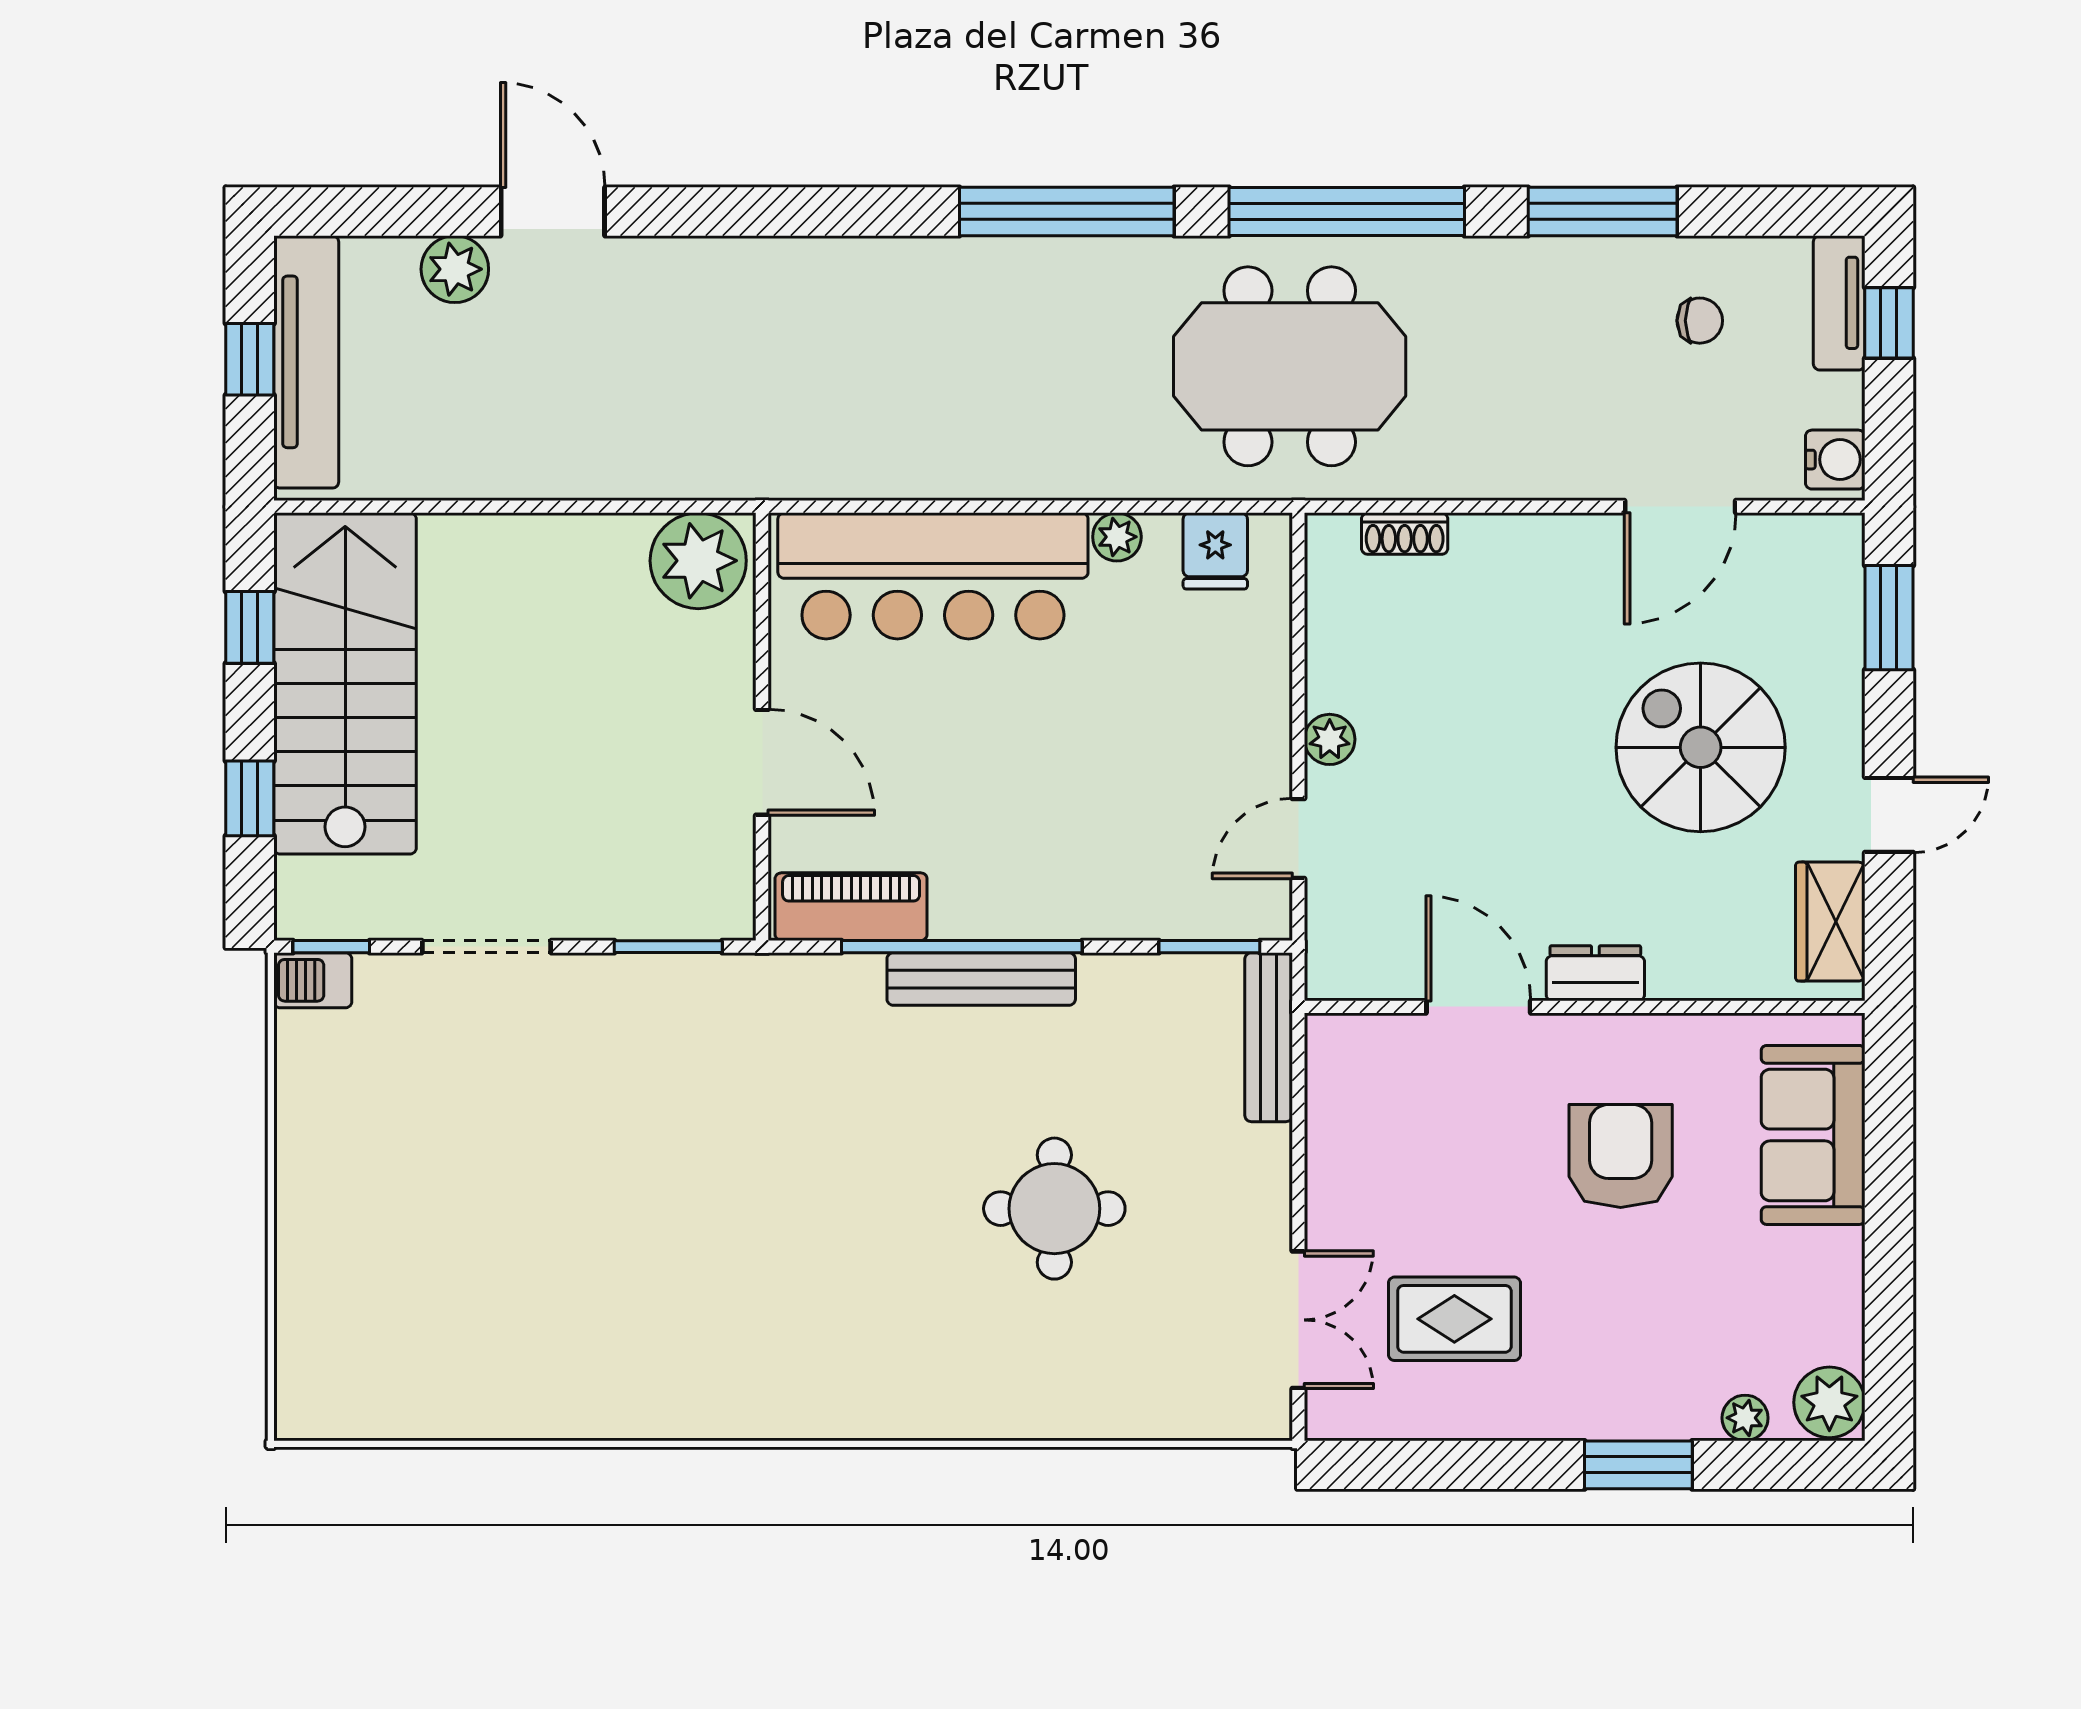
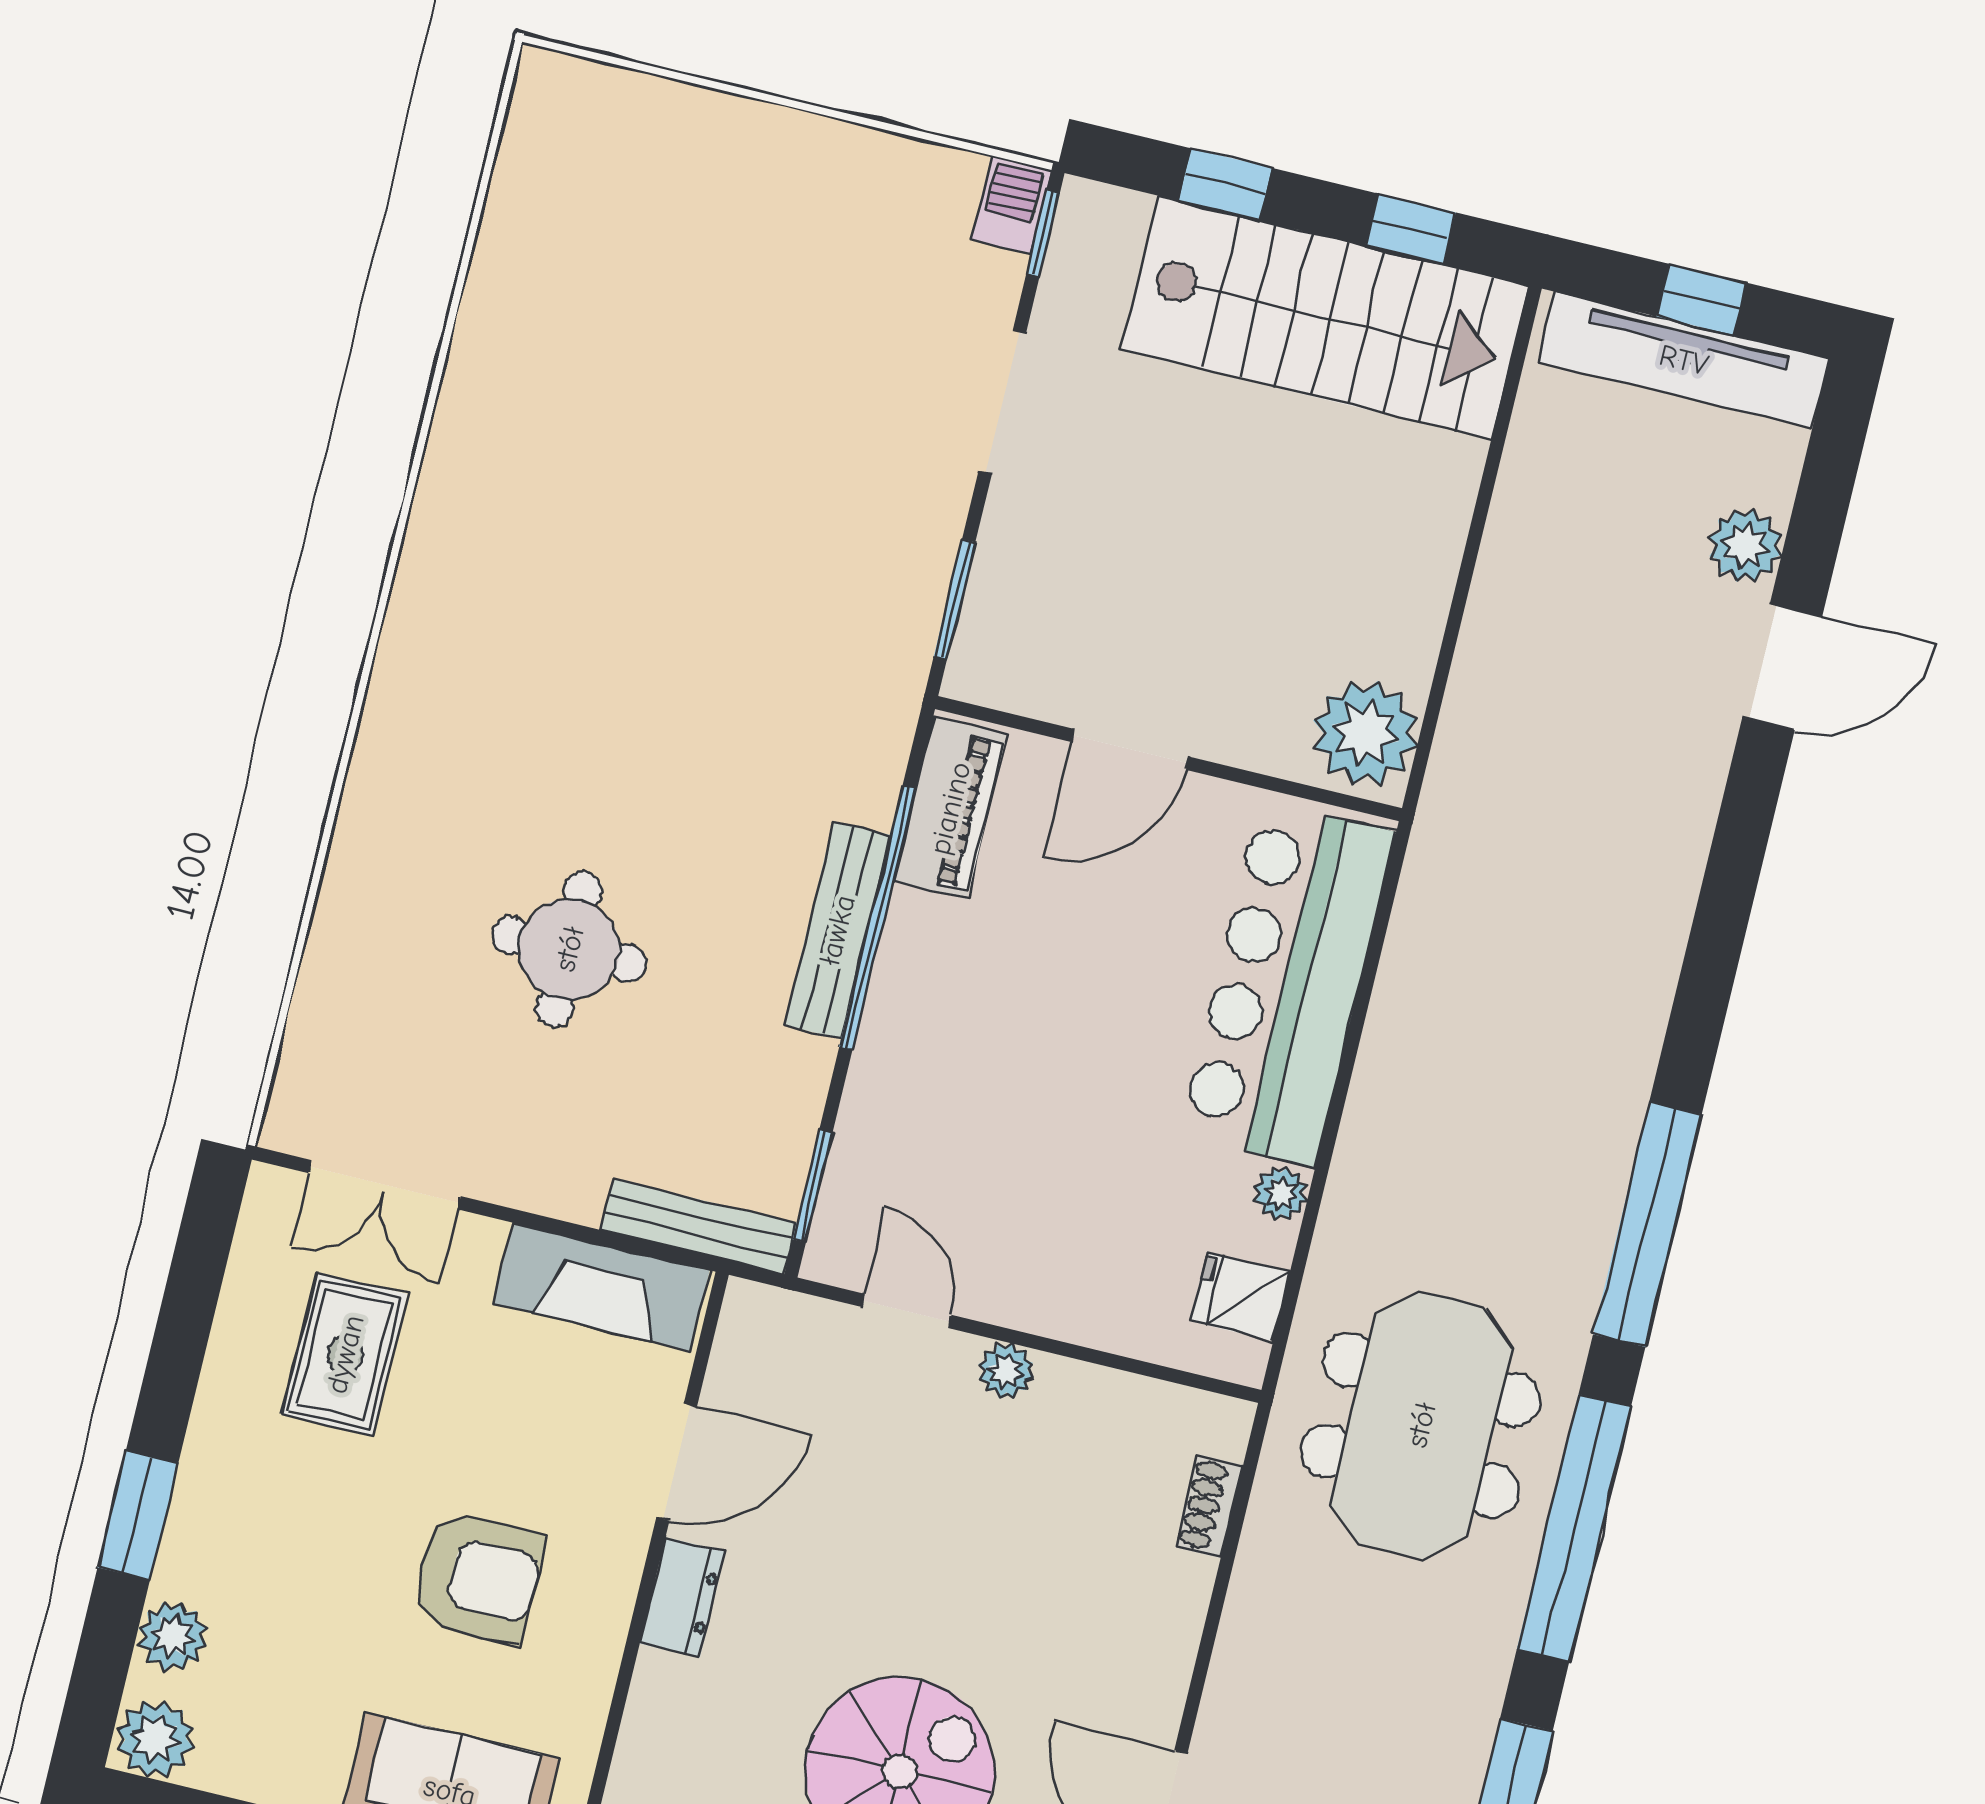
fireplace: (1342, 1109) -> (601, 1287), added
plant: (1745, 1418) -> (172, 1636), width x1.38, depth x1.38

